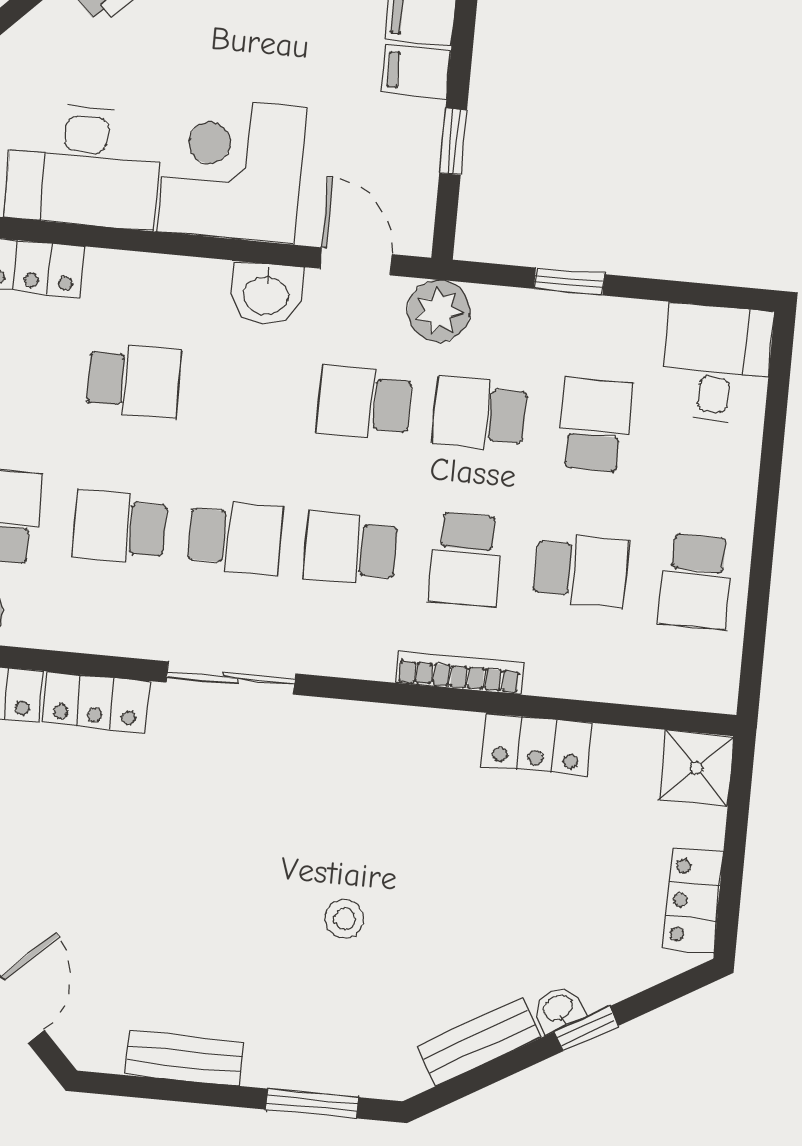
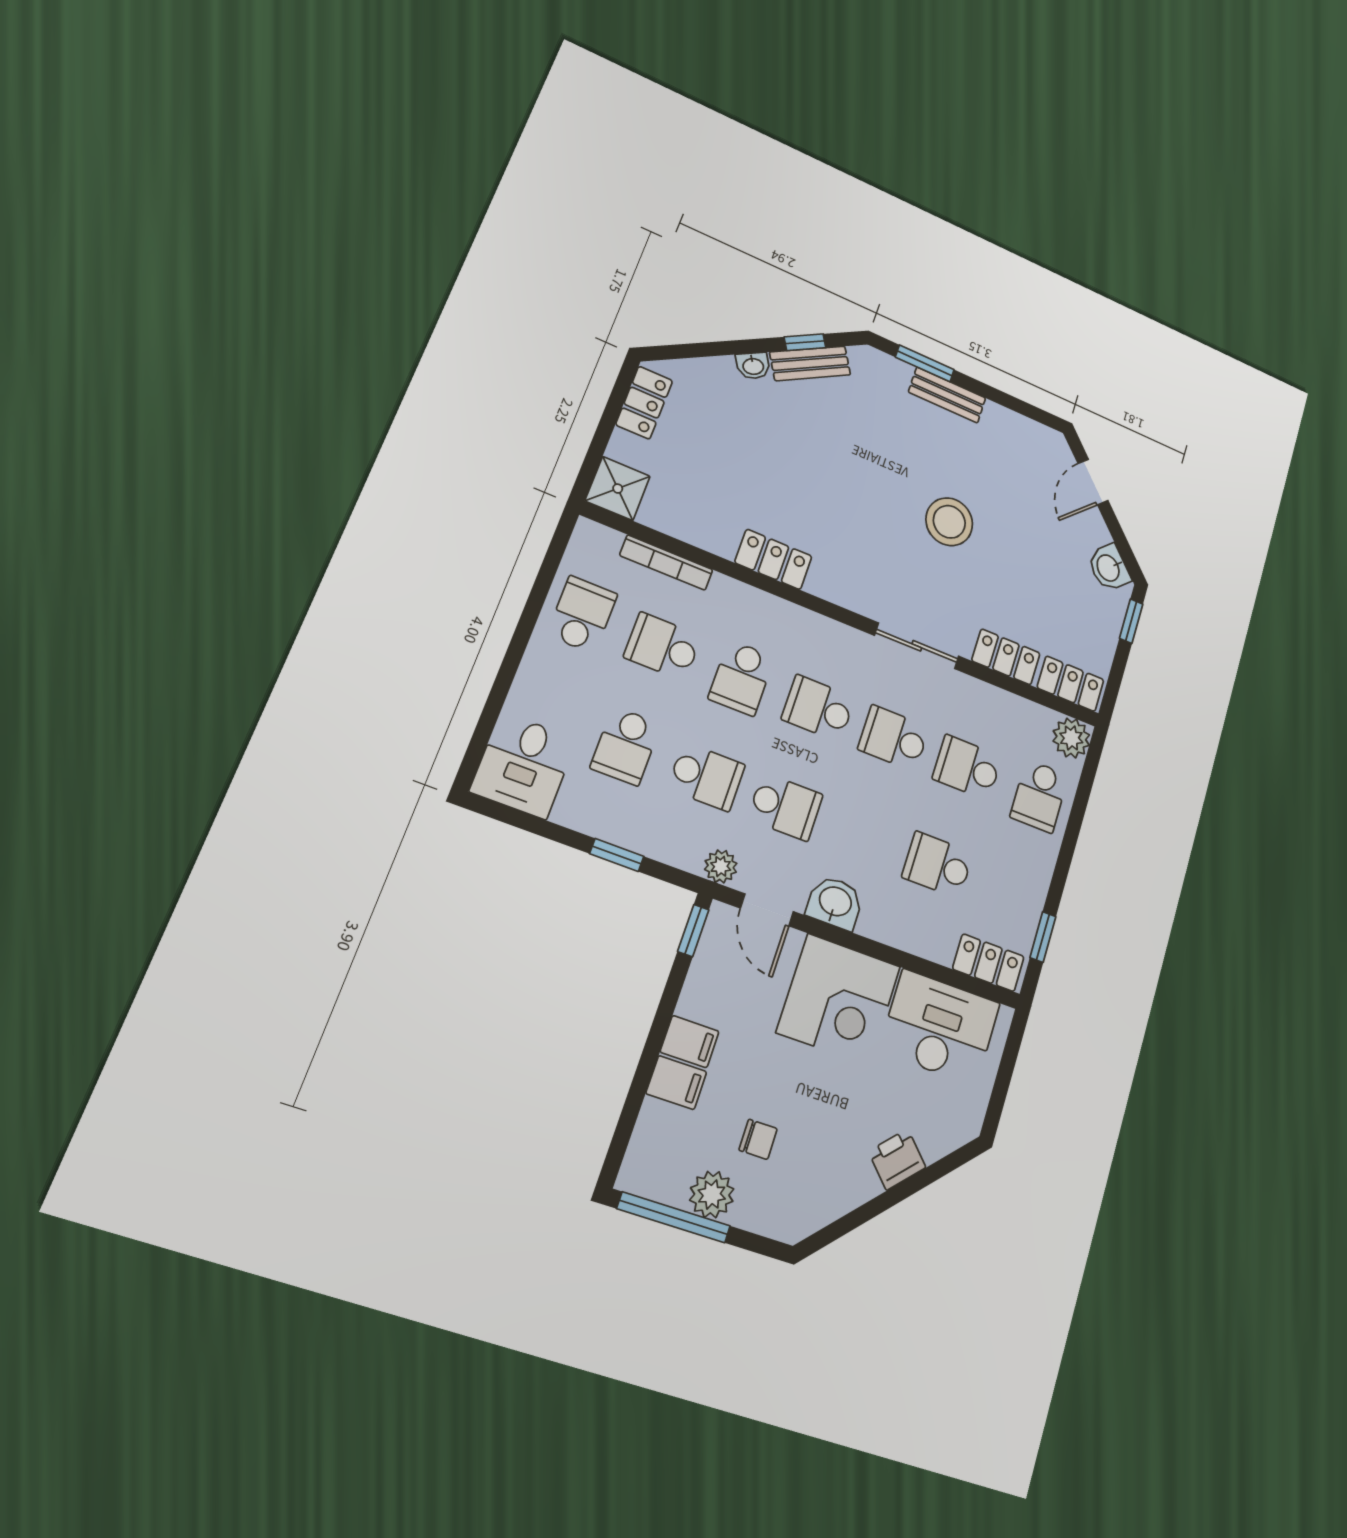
window: (453, 141) -> (693, 931), moved
plant: (439, 311) -> (721, 866), width x0.73, depth x0.73
school desk: (120, 527) -> (967, 767), turned 180
school desk: (350, 549) -> (818, 708), turned 180
school desk: (466, 560) -> (741, 678), turned 180
bookcase: (459, 673) -> (666, 563), moved
locker: (537, 745) -> (773, 559), moved
stool: (345, 919) -> (949, 522), moved, width x1.89, depth x1.89
window: (586, 1029) -> (805, 342), moved
bench: (185, 1059) -> (947, 395), moved

